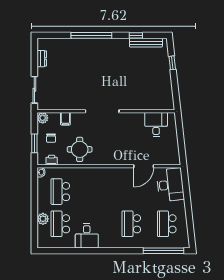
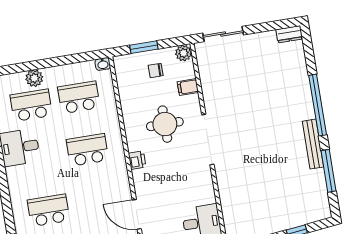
window: (136, 35) -> (328, 171), width x2.17
bench: (146, 43) -> (313, 144), moved
dresser: (42, 59) -> (289, 34), moved
round table: (80, 149) -> (165, 124), moved
printer: (52, 160) -> (137, 160), moved
school desk: (96, 192) -> (87, 150), added

